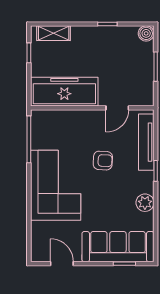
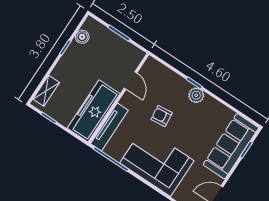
boiler: (146, 33) -> (82, 37), moved
tv unit: (146, 142) -> (109, 127), moved, turned -90
armchair: (103, 161) -> (162, 116), turned -99
plant: (145, 203) -> (196, 95), moved

